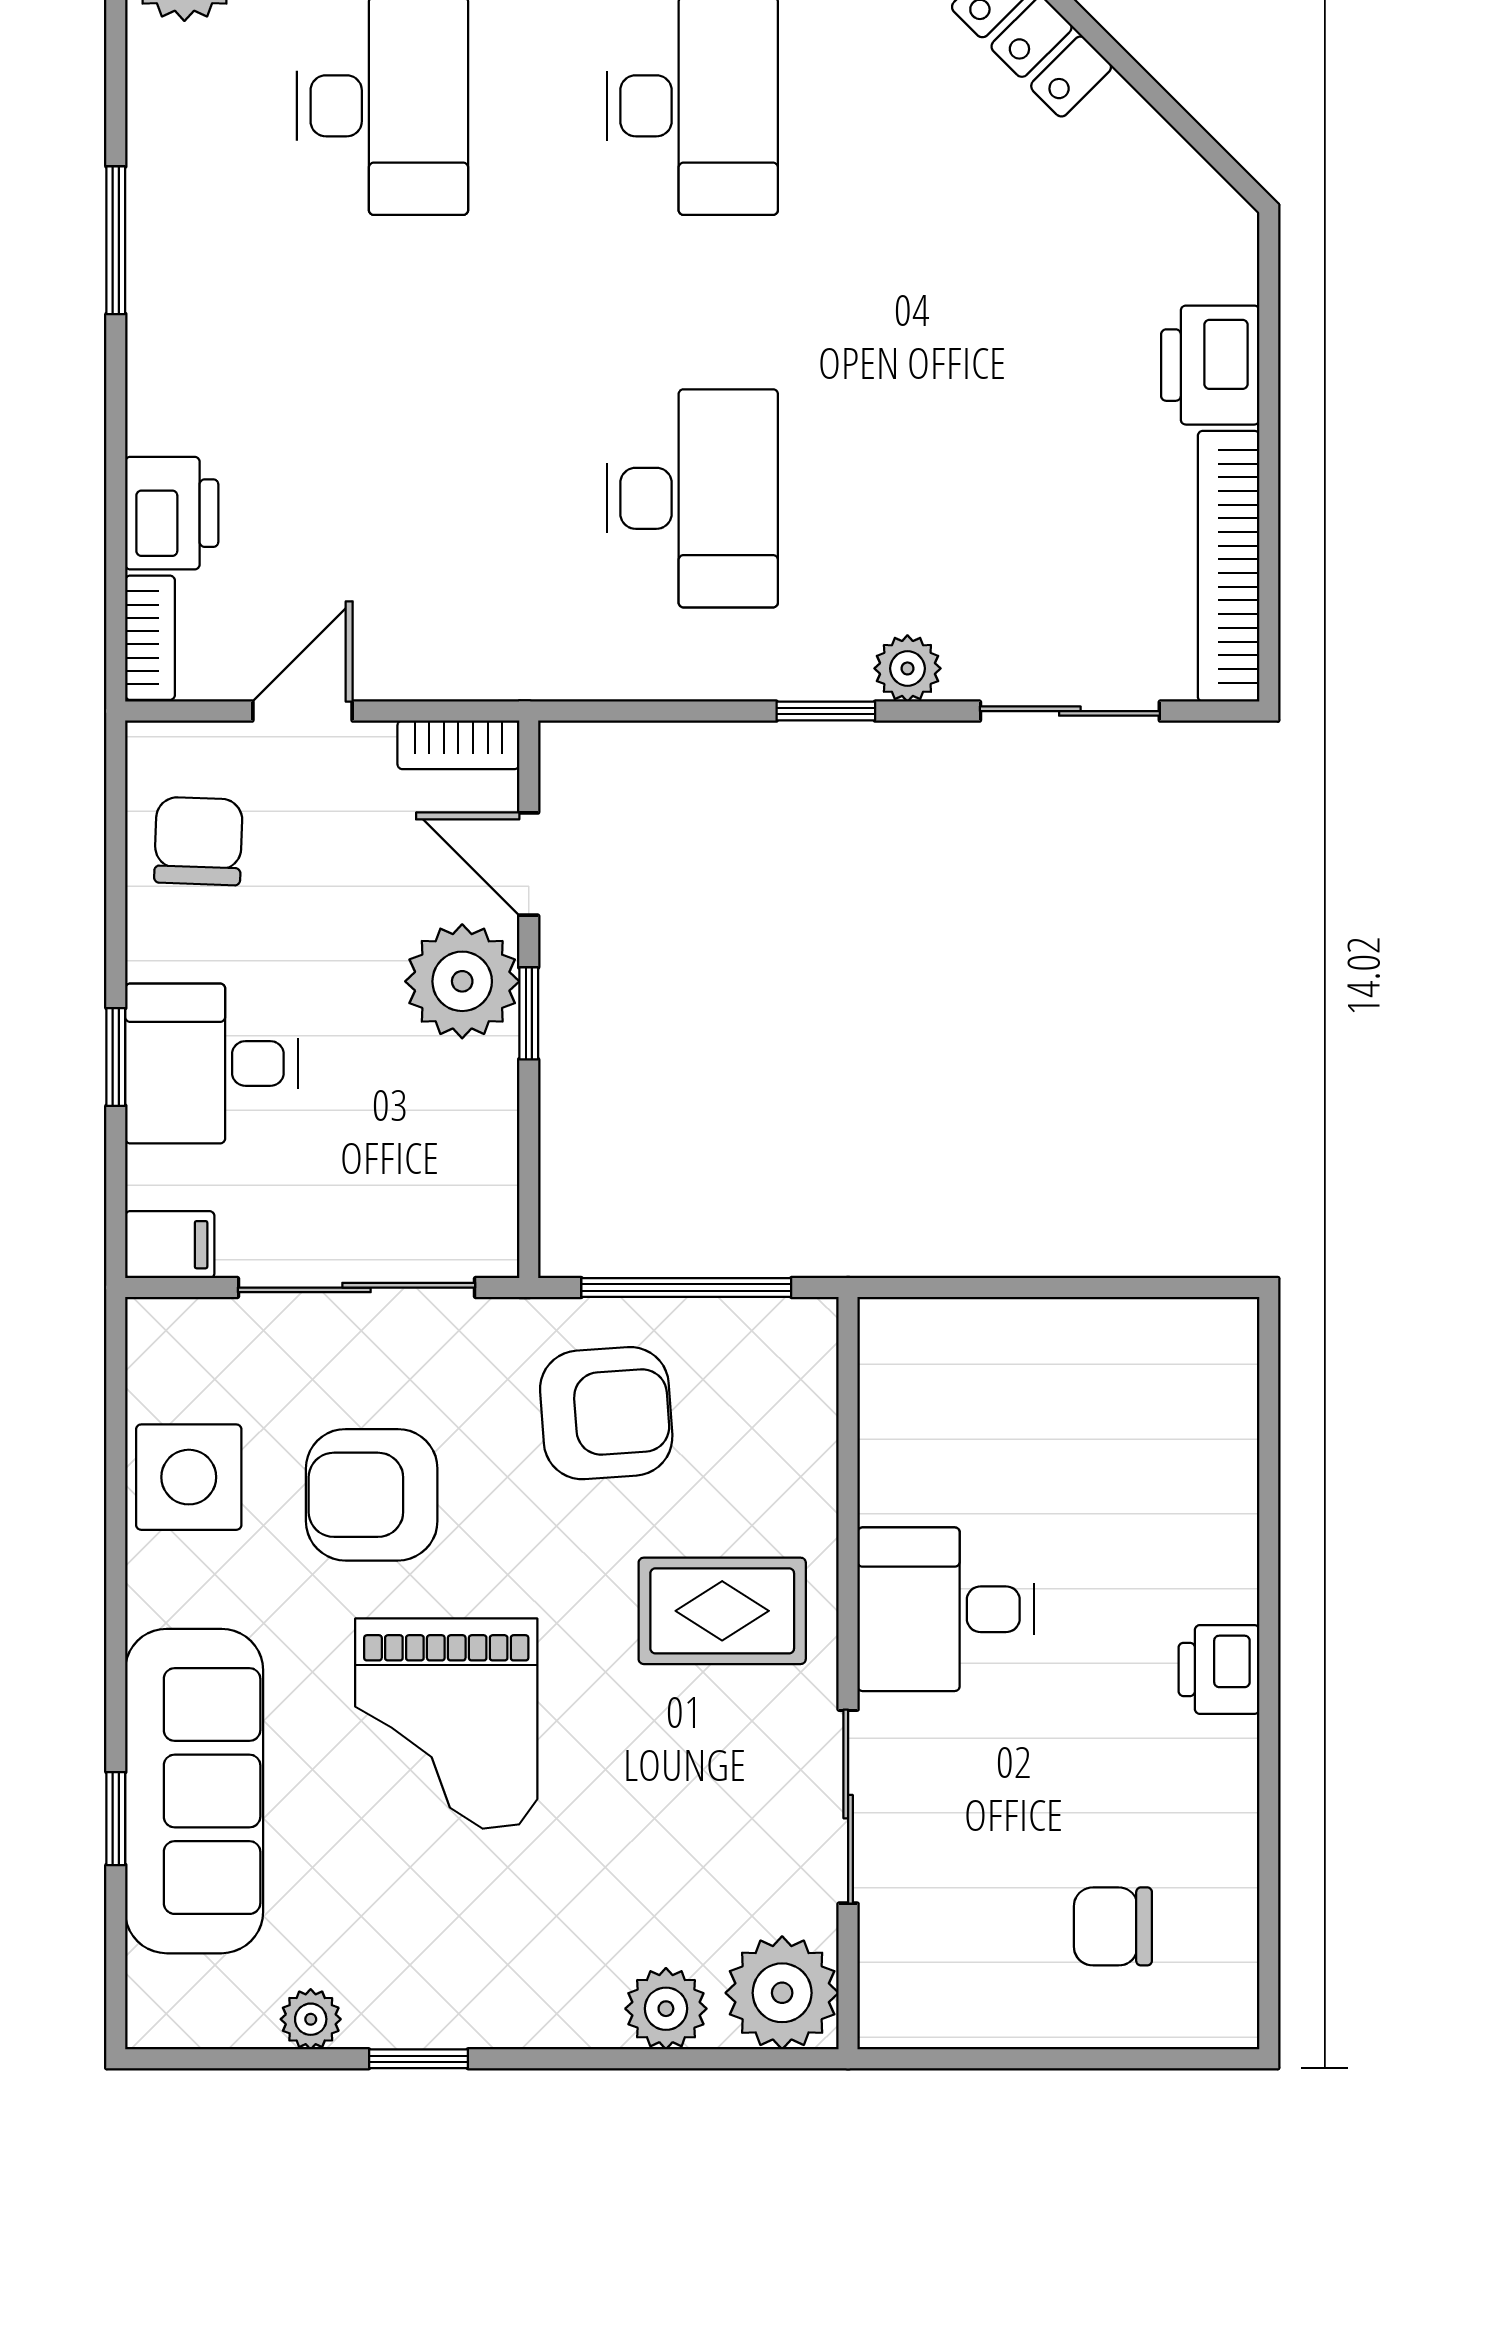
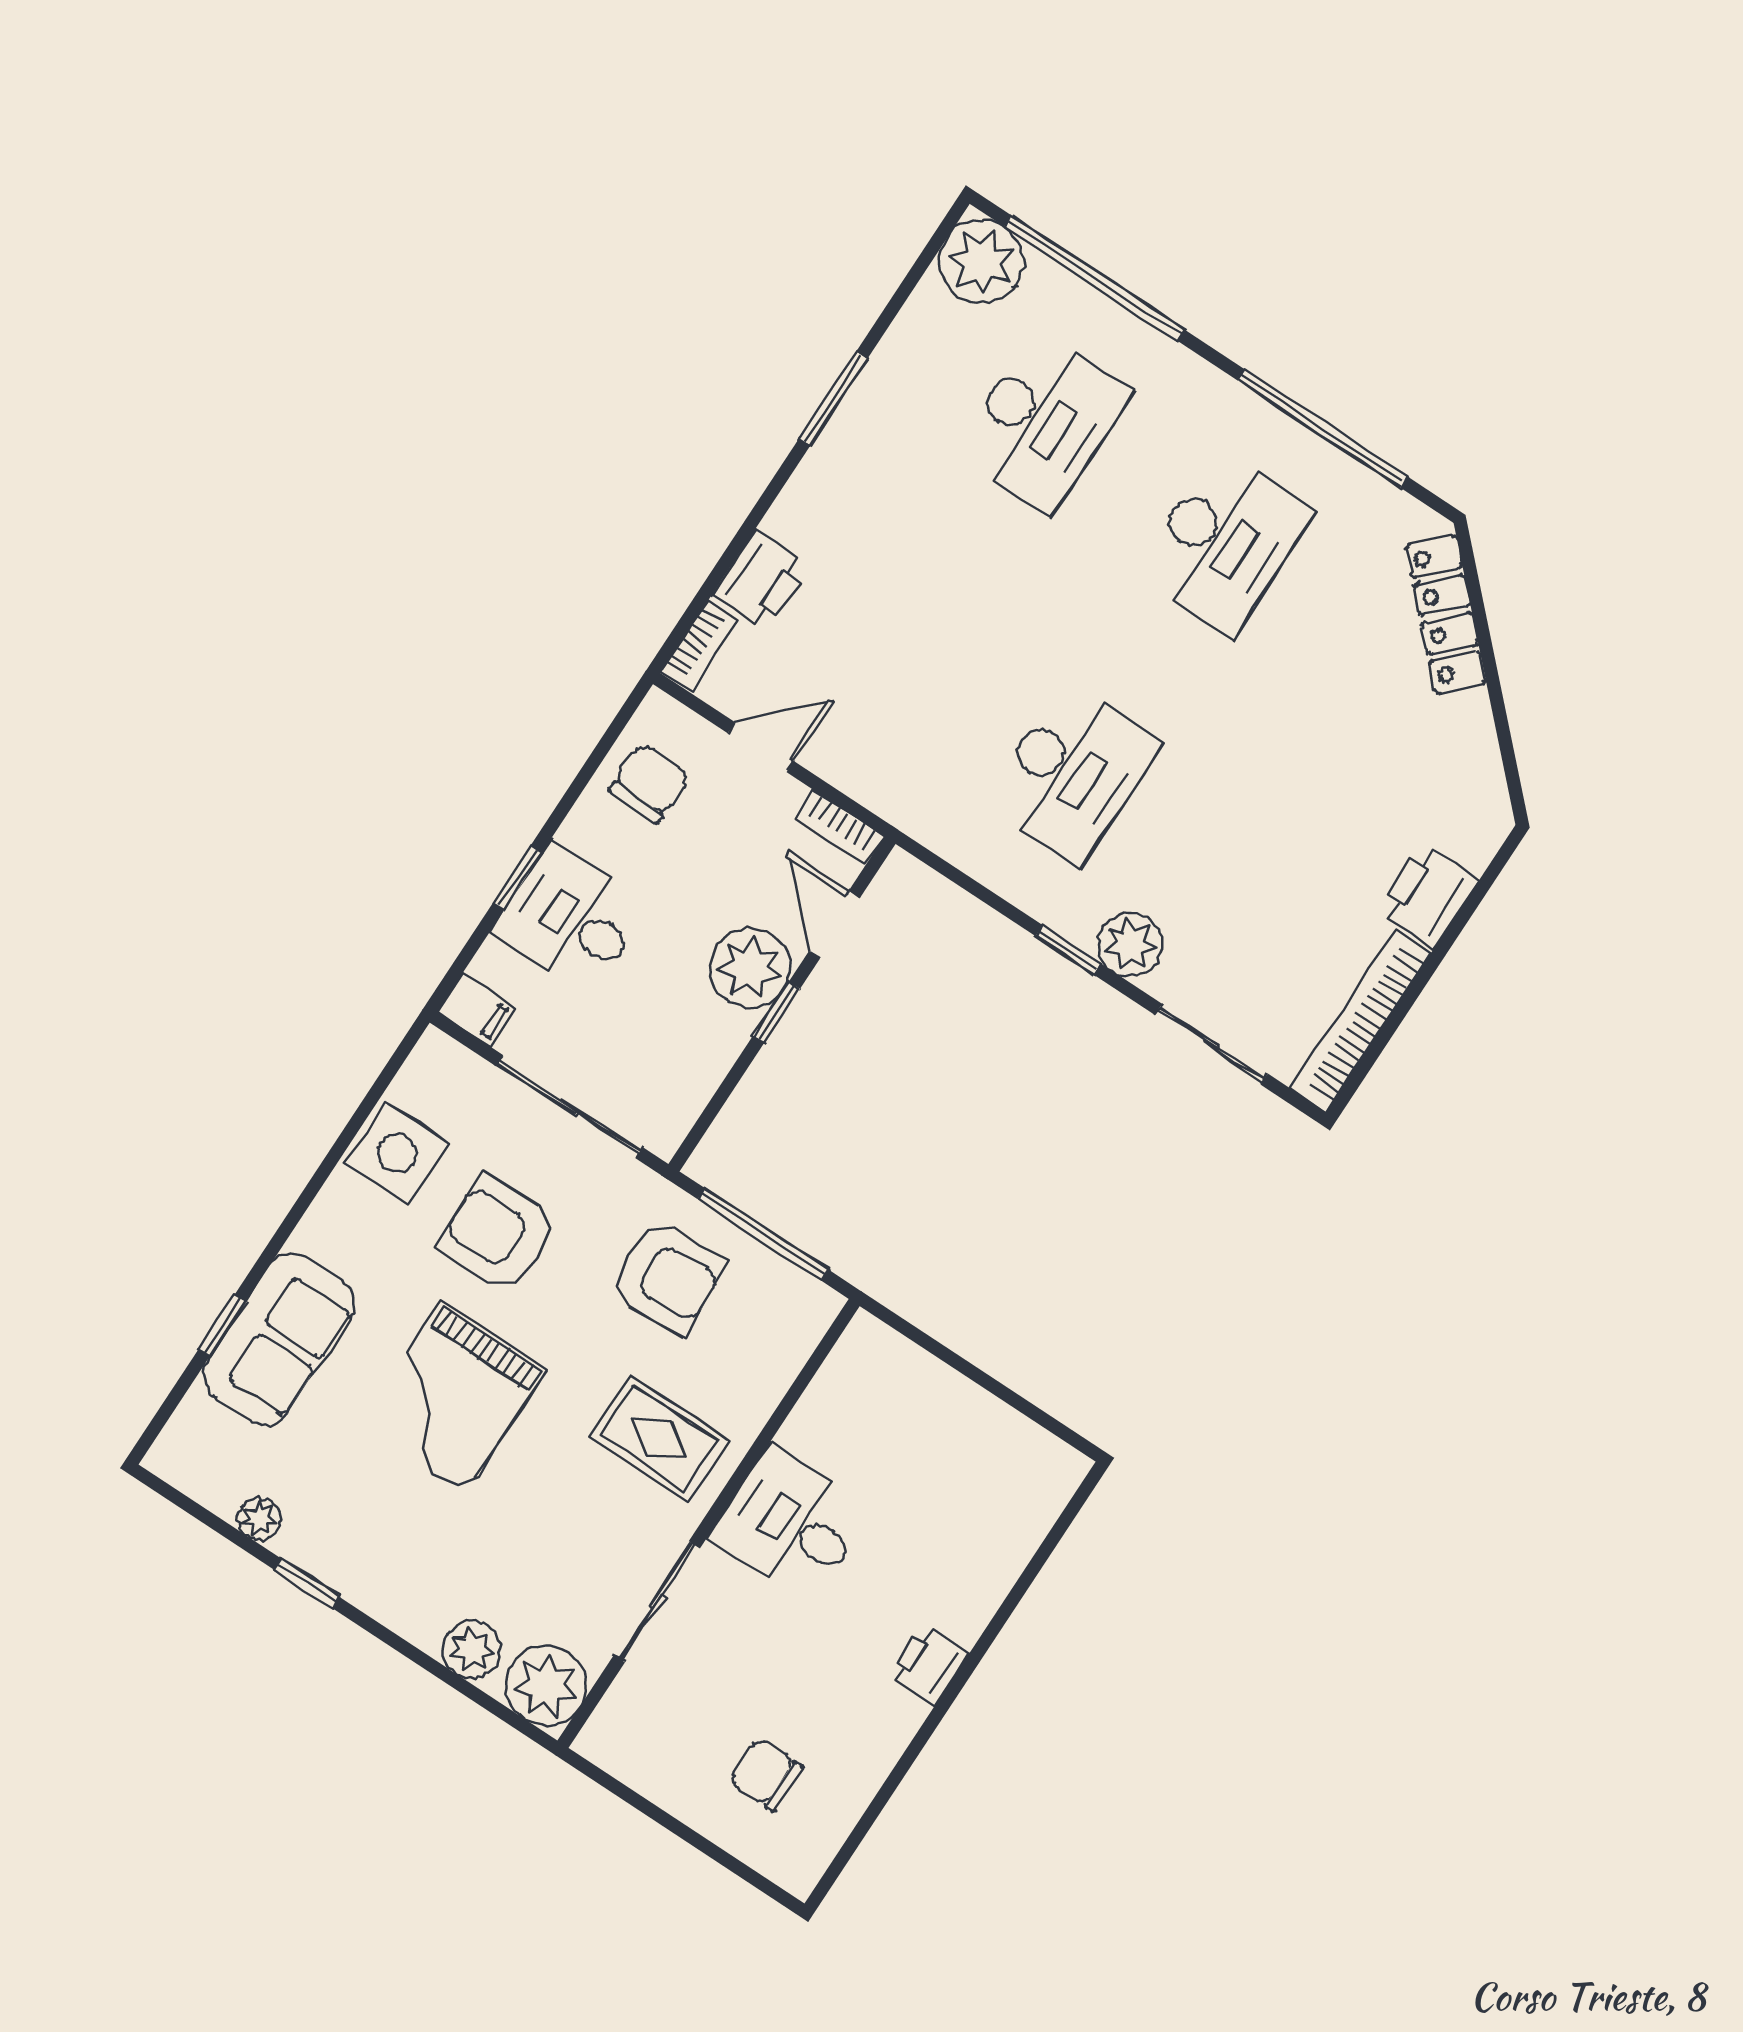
plant: (907, 668) -> (1130, 944), width x1.38, depth x1.38
sofa: (194, 1791) -> (279, 1339), width x0.73

